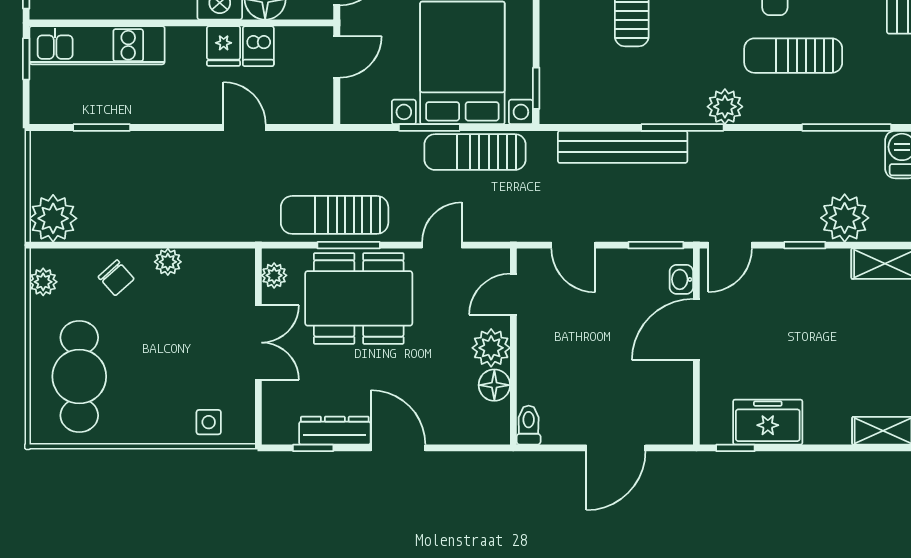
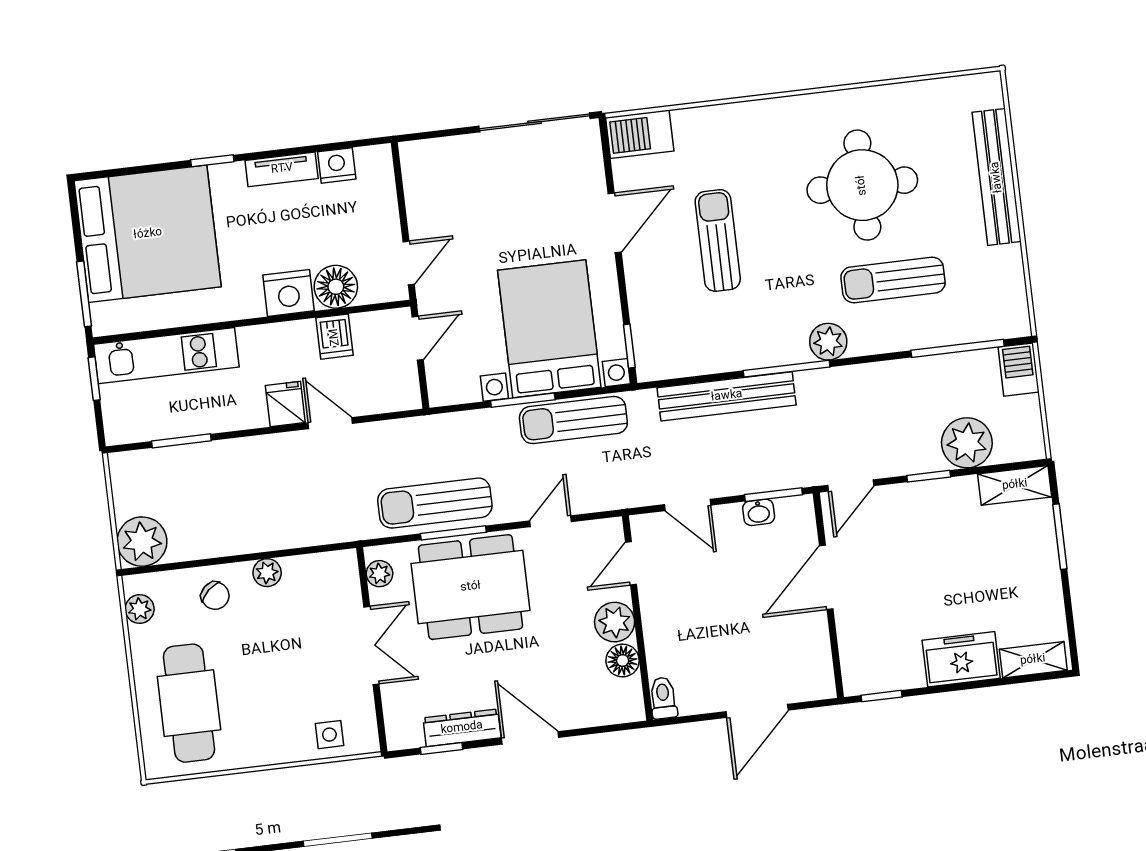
fridge: (224, 46) -> (285, 404), moved, turned 180
washbasin: (681, 279) -> (759, 512), moved, turned -90
freezer: (768, 422) -> (961, 659), moved

